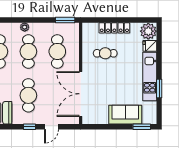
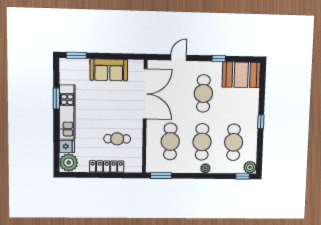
sofa: (125, 115) -> (109, 70), moved
window: (29, 127) -> (219, 59), moved

